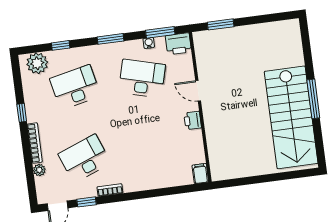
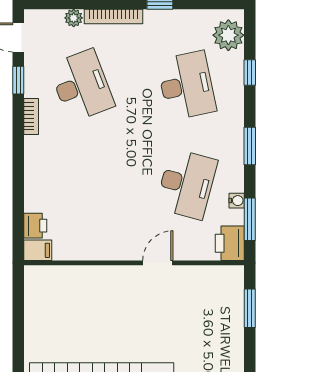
printer: (193, 120) -> (35, 226), moved, turned 90

